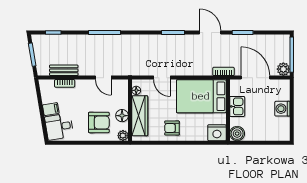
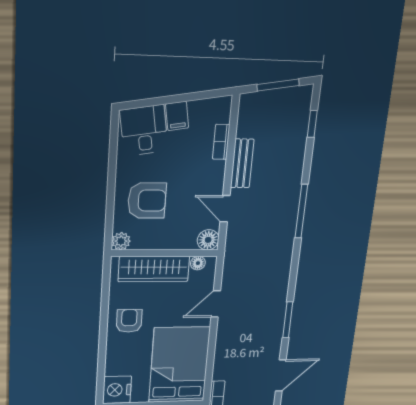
bench: (64, 70) -> (242, 163), moved
door: (103, 78) -> (225, 209), hinge flipped
floor lamp: (122, 116) -> (208, 240), moved
armchair: (99, 122) -> (147, 200), turned -90

